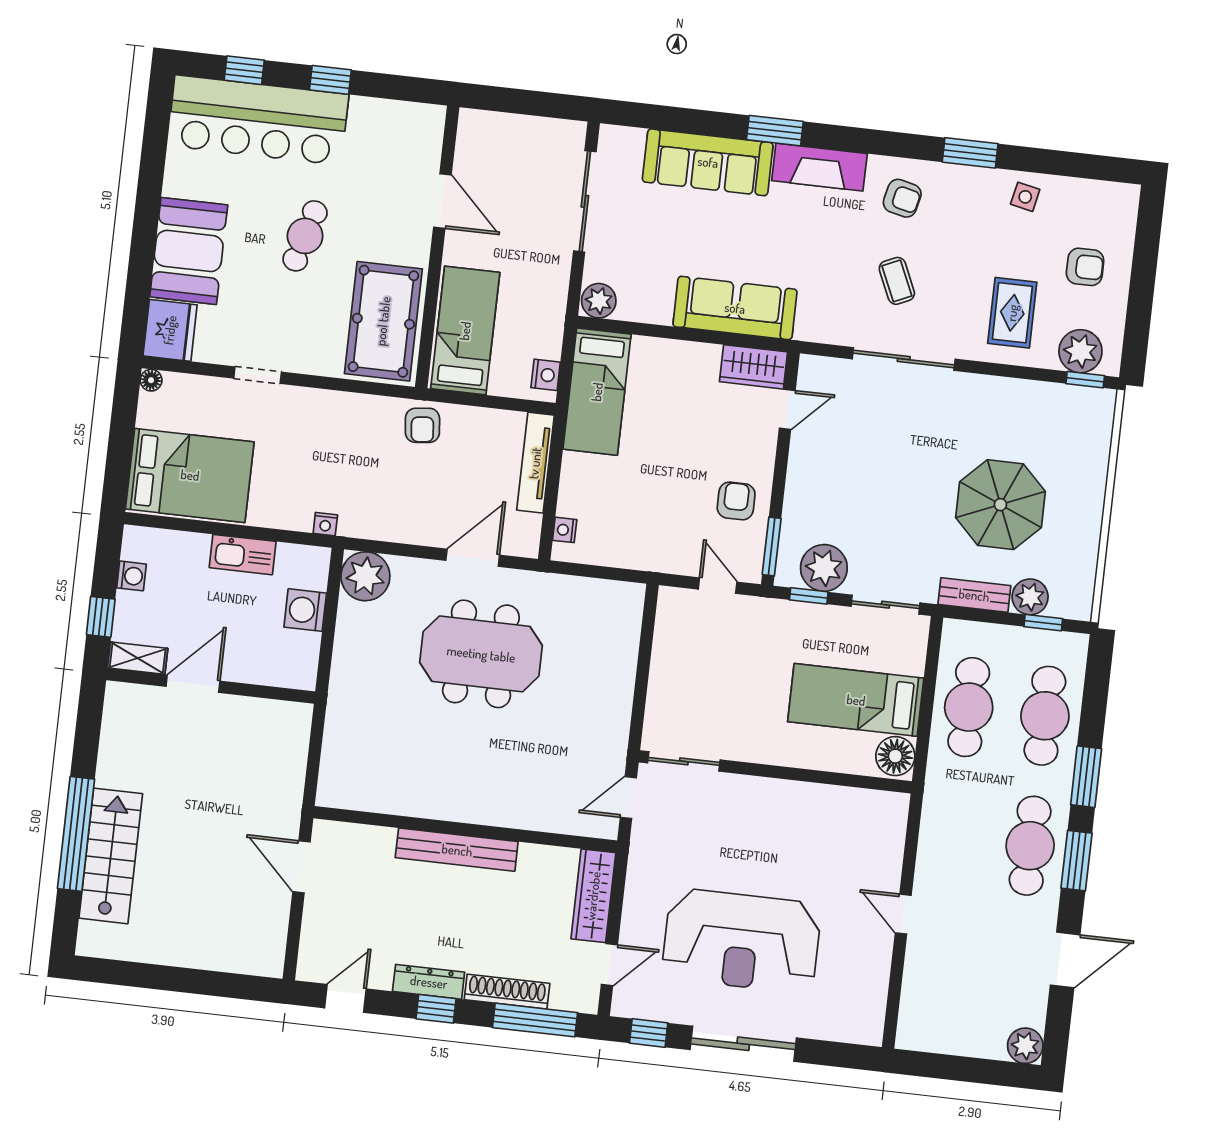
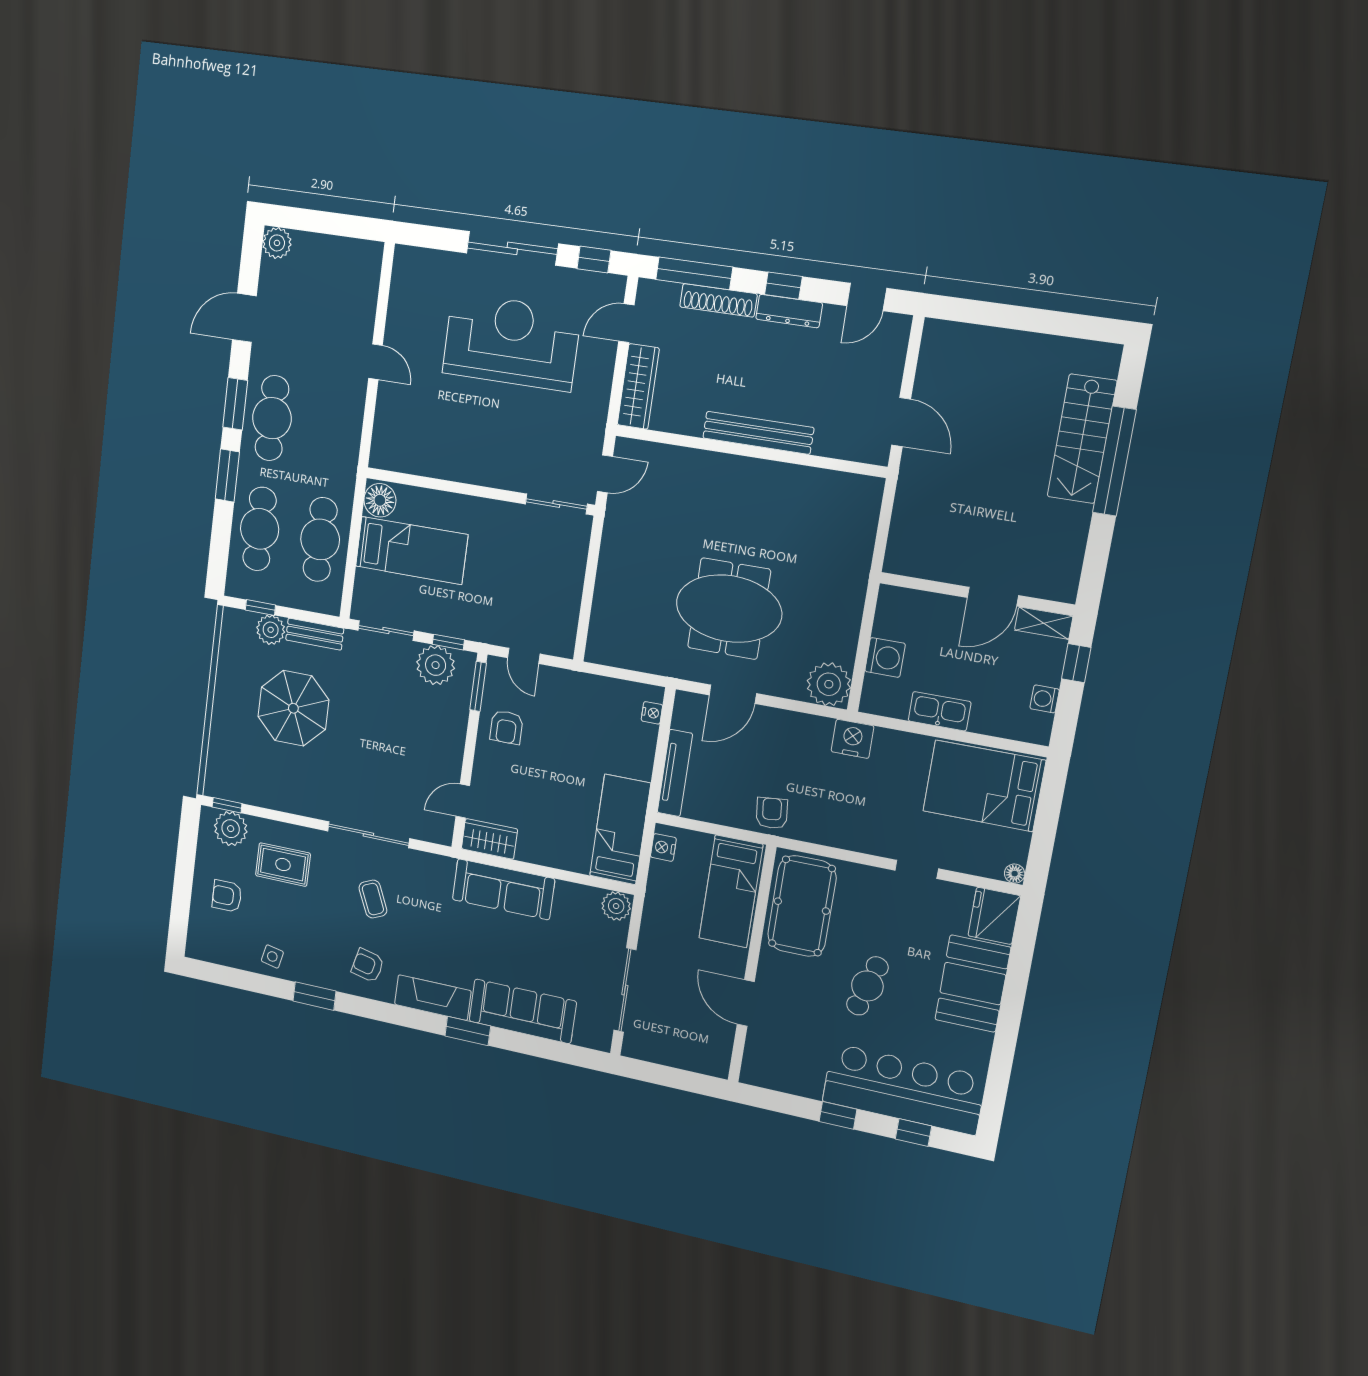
rug: (1012, 313) -> (283, 865), turned 90
nightstand: (325, 524) -> (853, 739), width x1.89, depth x1.79

